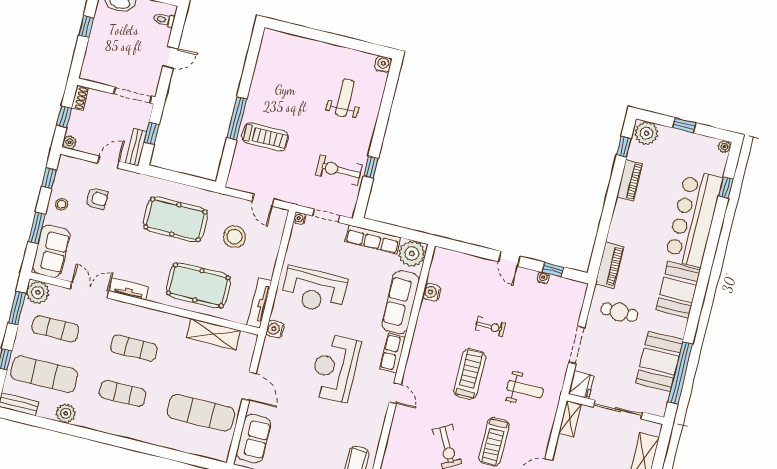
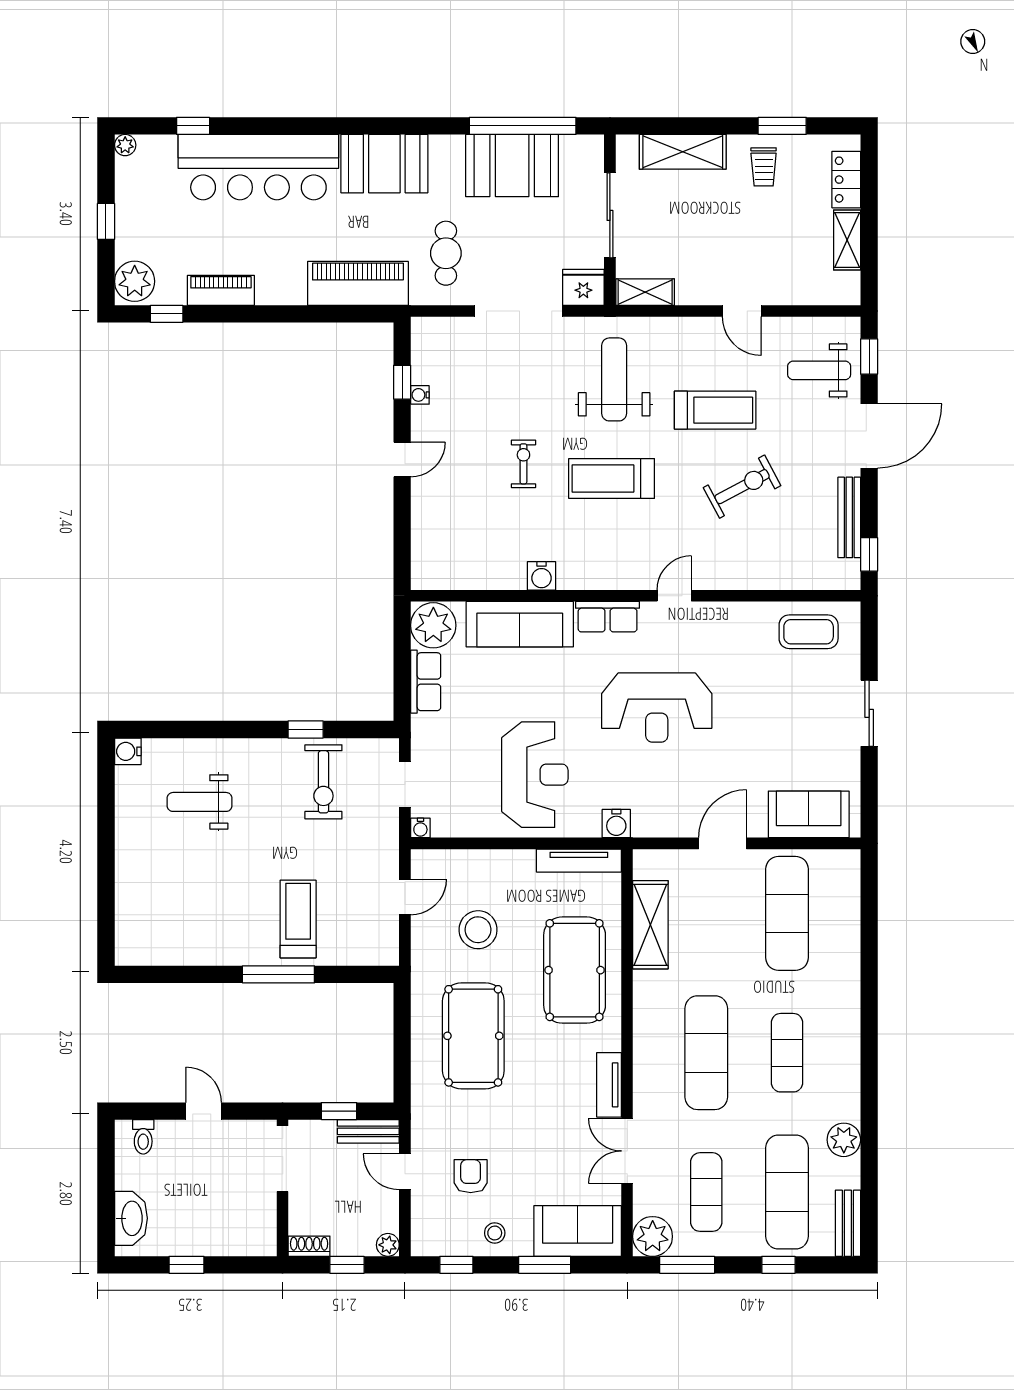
row of seats: (373, 239) -> (426, 682), width x0.68
piano: (610, 265) -> (358, 283), width x1.37, depth x1.33
water cooler: (432, 292) -> (542, 576), moved
doorway: (577, 345) -> (519, 311), width x1.36
exercise mat: (134, 348) -> (706, 1053), width x1.36, depth x1.45
weight bench: (525, 389) -> (614, 379), width x1.36, depth x1.33

